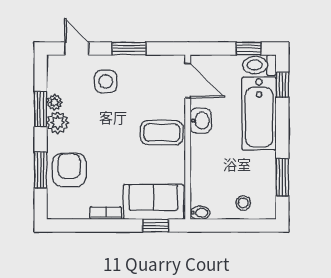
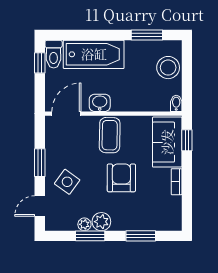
side table: (106, 81) -> (67, 182), turned 36
window: (282, 85) -> (70, 35), removed
armchair: (69, 170) -> (121, 178), moved, turned 90
stool: (243, 203) -> (168, 68), width x1.89, depth x1.89

